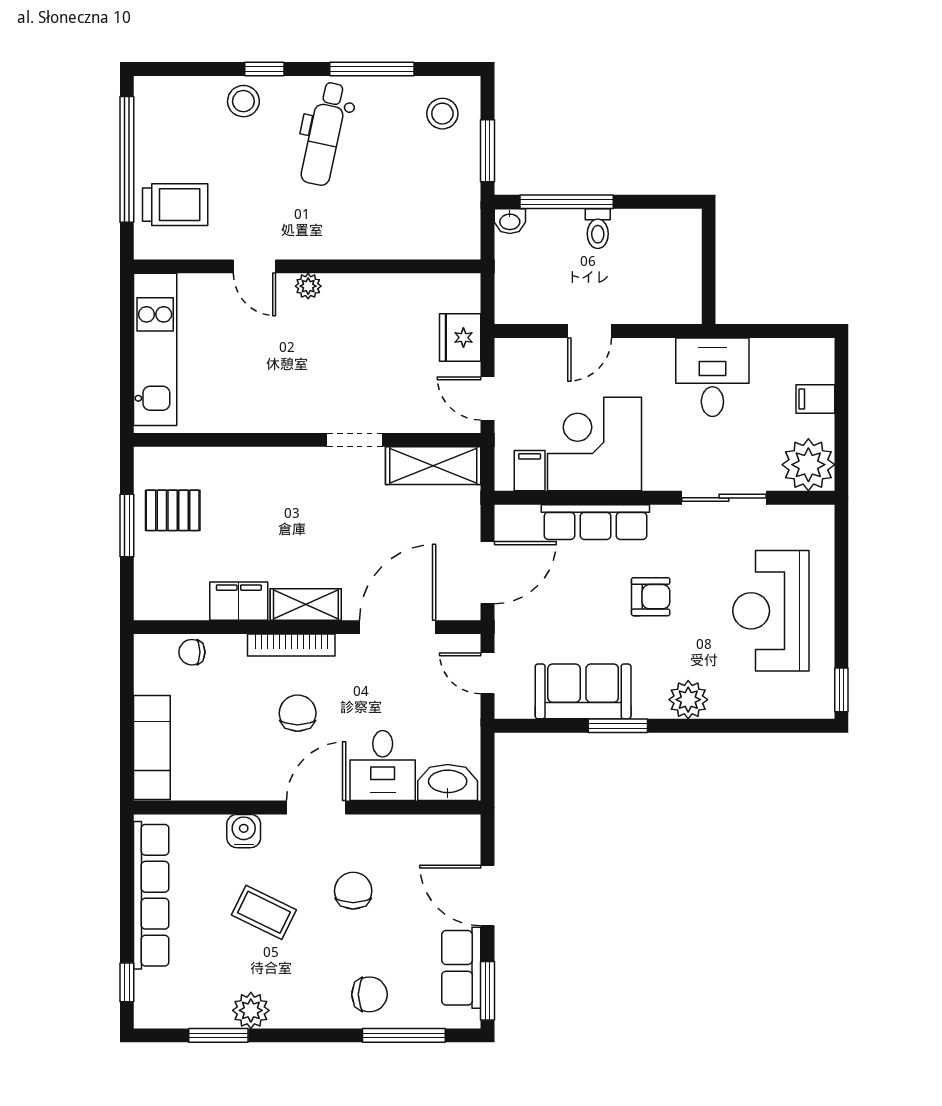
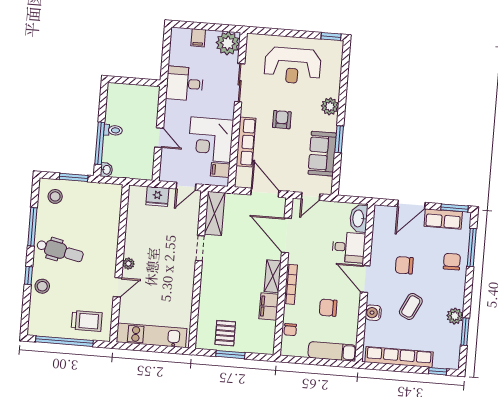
trolley: (175, 205) -> (87, 321), turned 90
chair: (298, 713) -> (328, 308), moved

